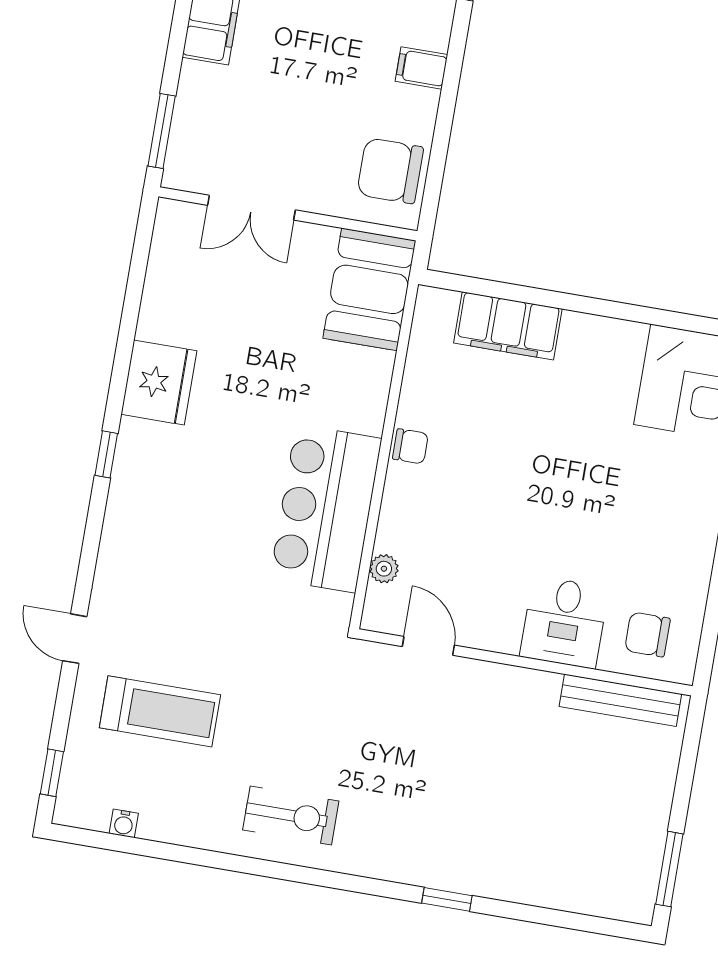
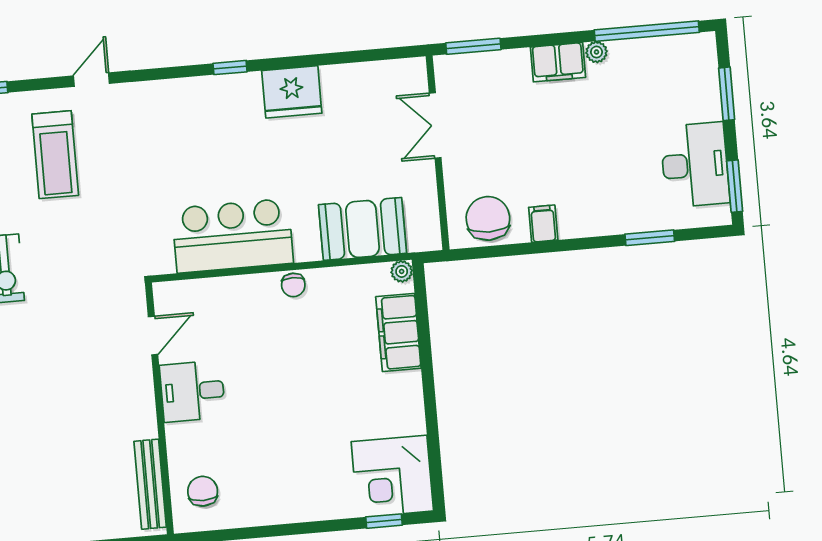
filing cabinet: (421, 68) -> (543, 224), moved
booth: (369, 289) -> (363, 229), moved
plant: (384, 569) -> (402, 271), moved
desk: (564, 622) -> (192, 391), moved

